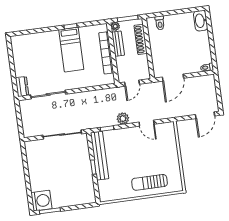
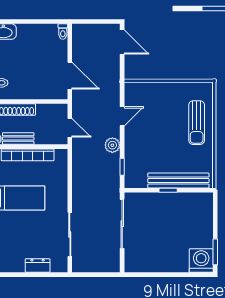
dresser: (22, 86) -> (38, 266), moved
bench: (100, 156) -> (178, 181), moved

